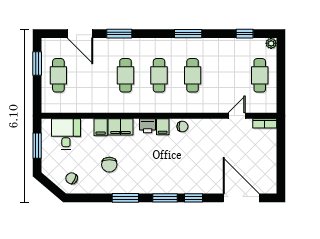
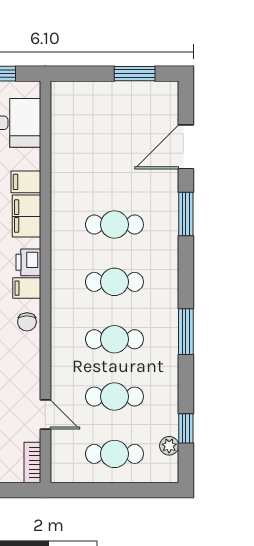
plant: (271, 43) -> (169, 446), moved
cafe table: (58, 75) -> (114, 397), moved

